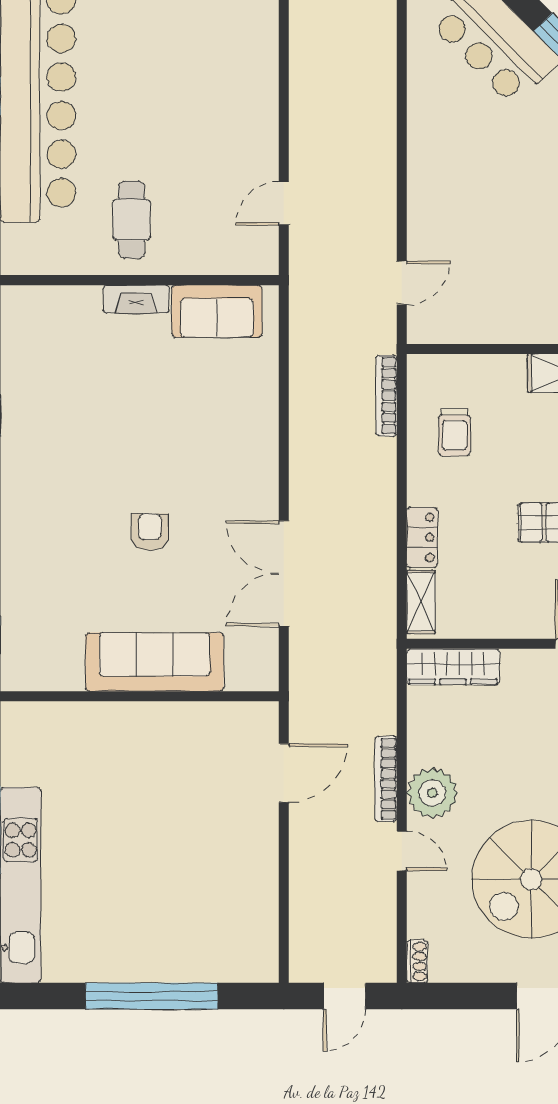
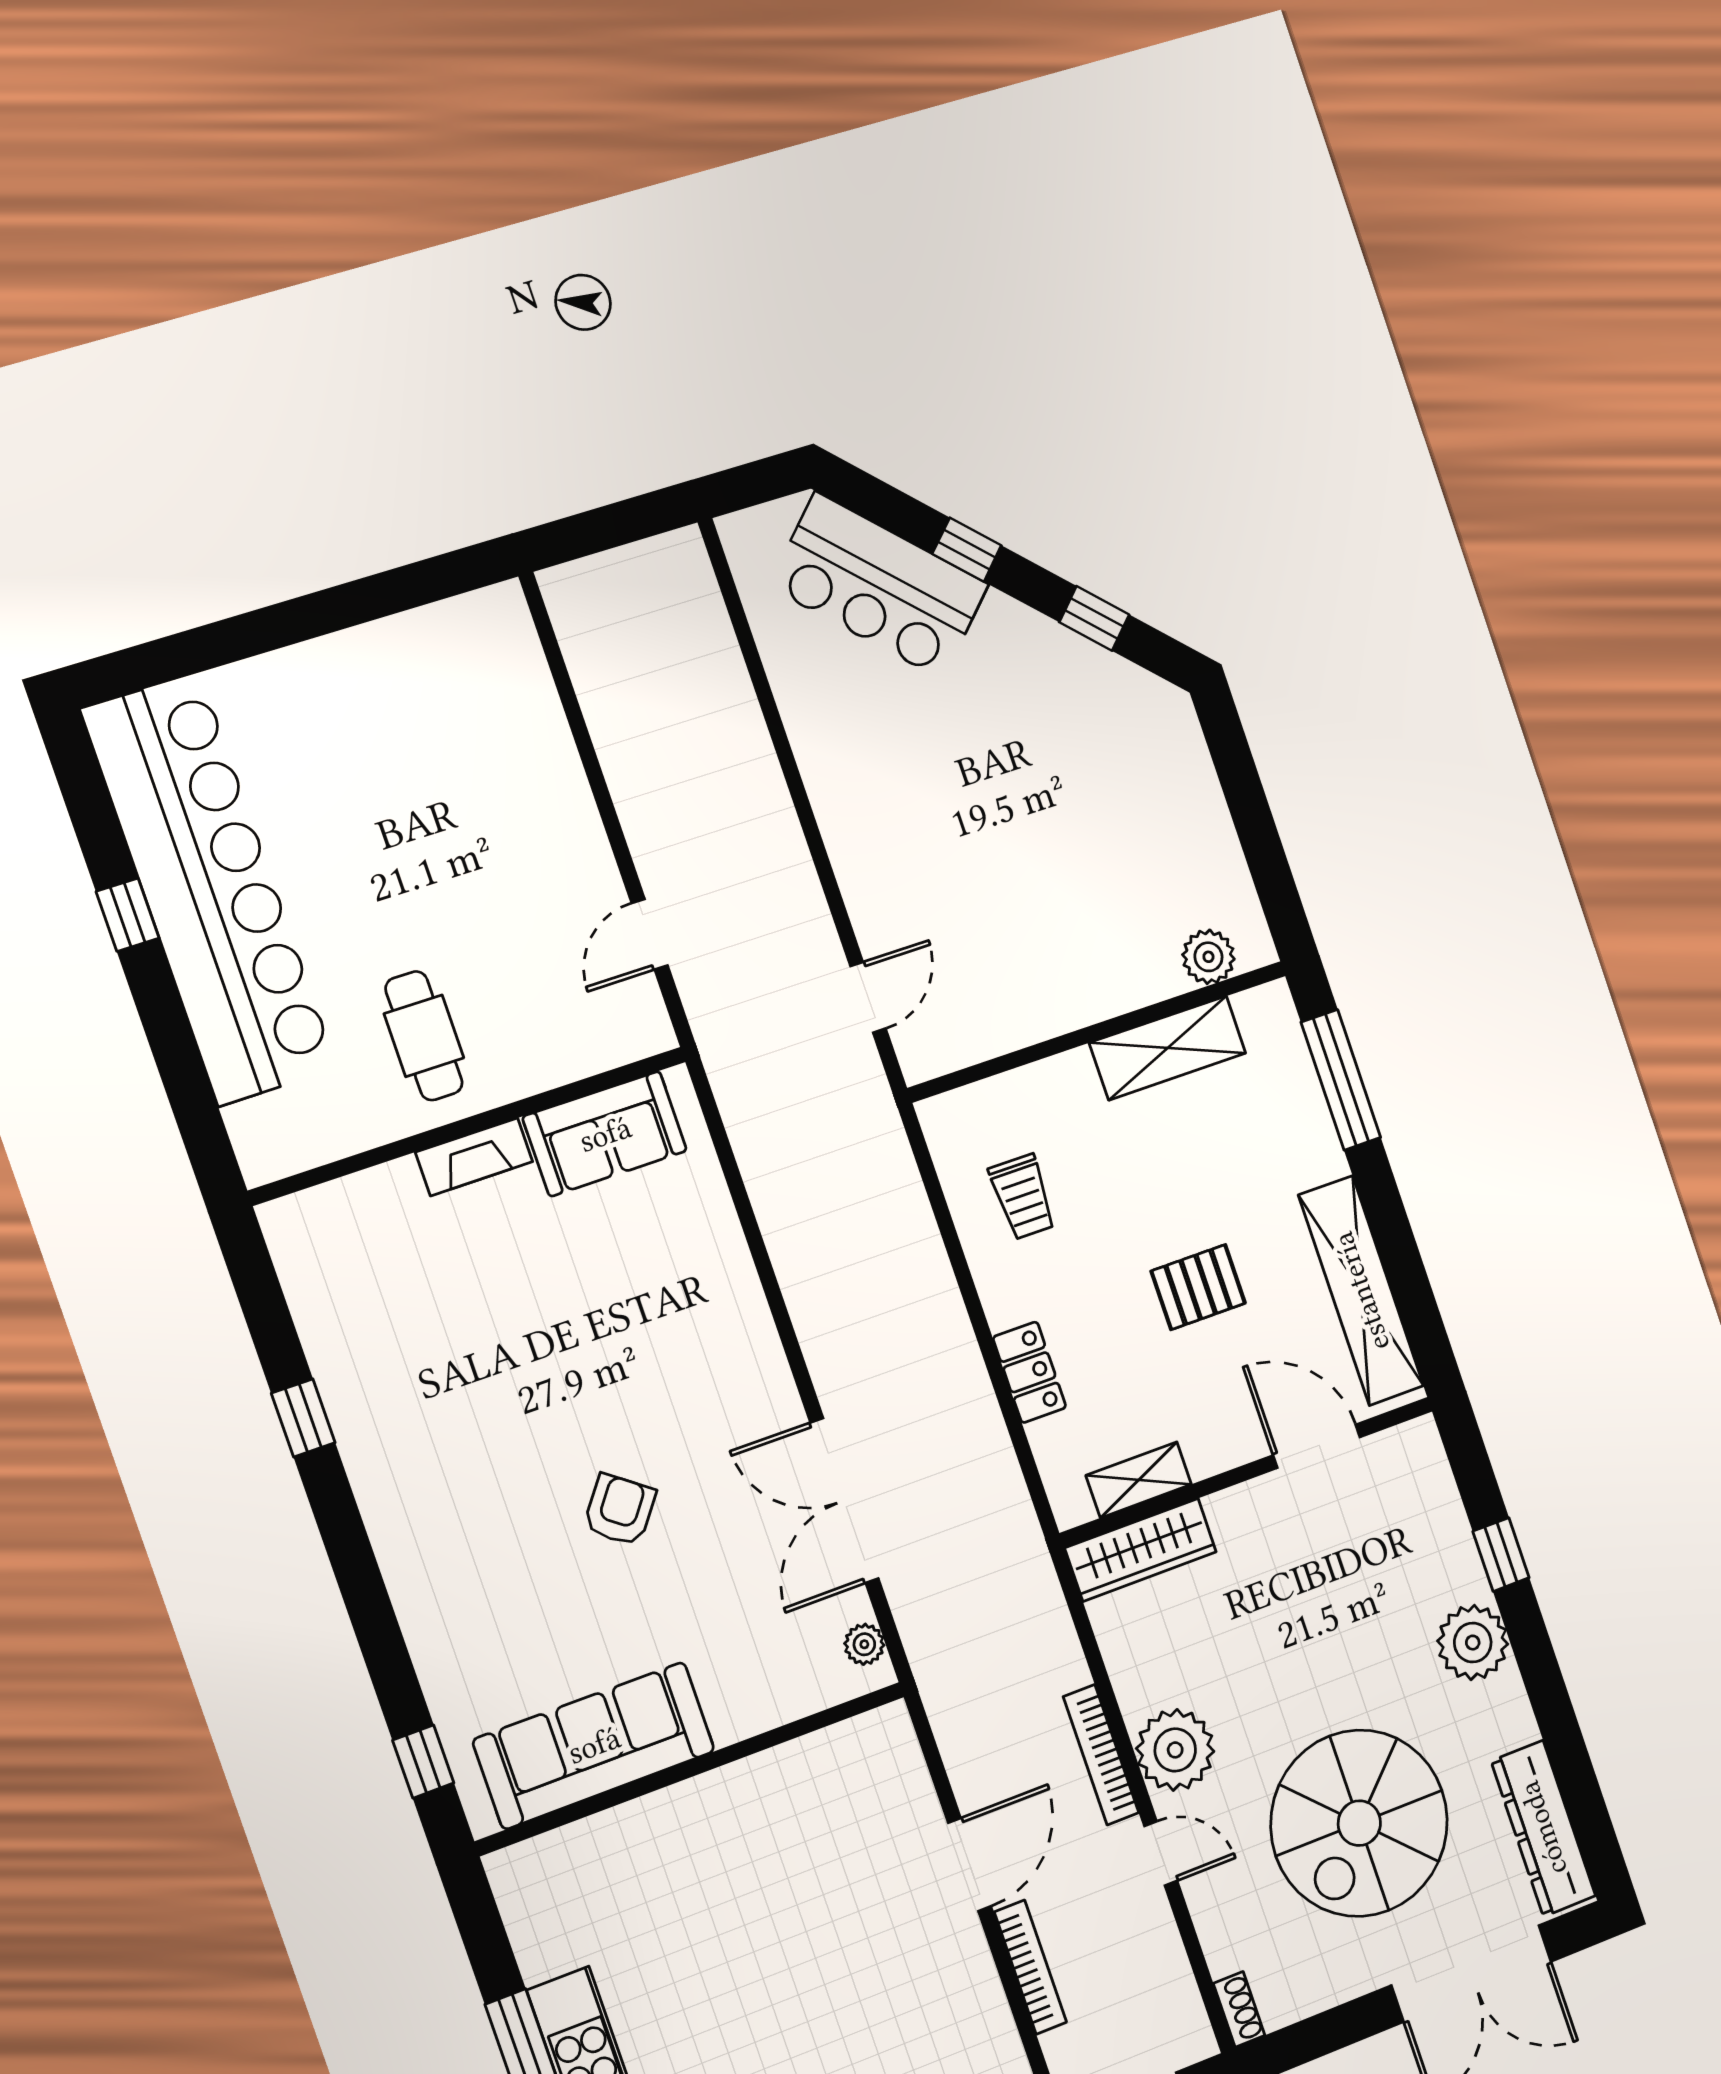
bookcase: (386, 396) -> (1030, 1967), moved, turned 180
armchair: (150, 532) -> (620, 1510), turned 37
shelving: (421, 602) -> (1139, 1480), moved, turned 90
sofa: (154, 662) -> (594, 1745), moved
plant: (266, 662) -> (864, 1644), added
door: (284, 773) -> (970, 1865), moved

